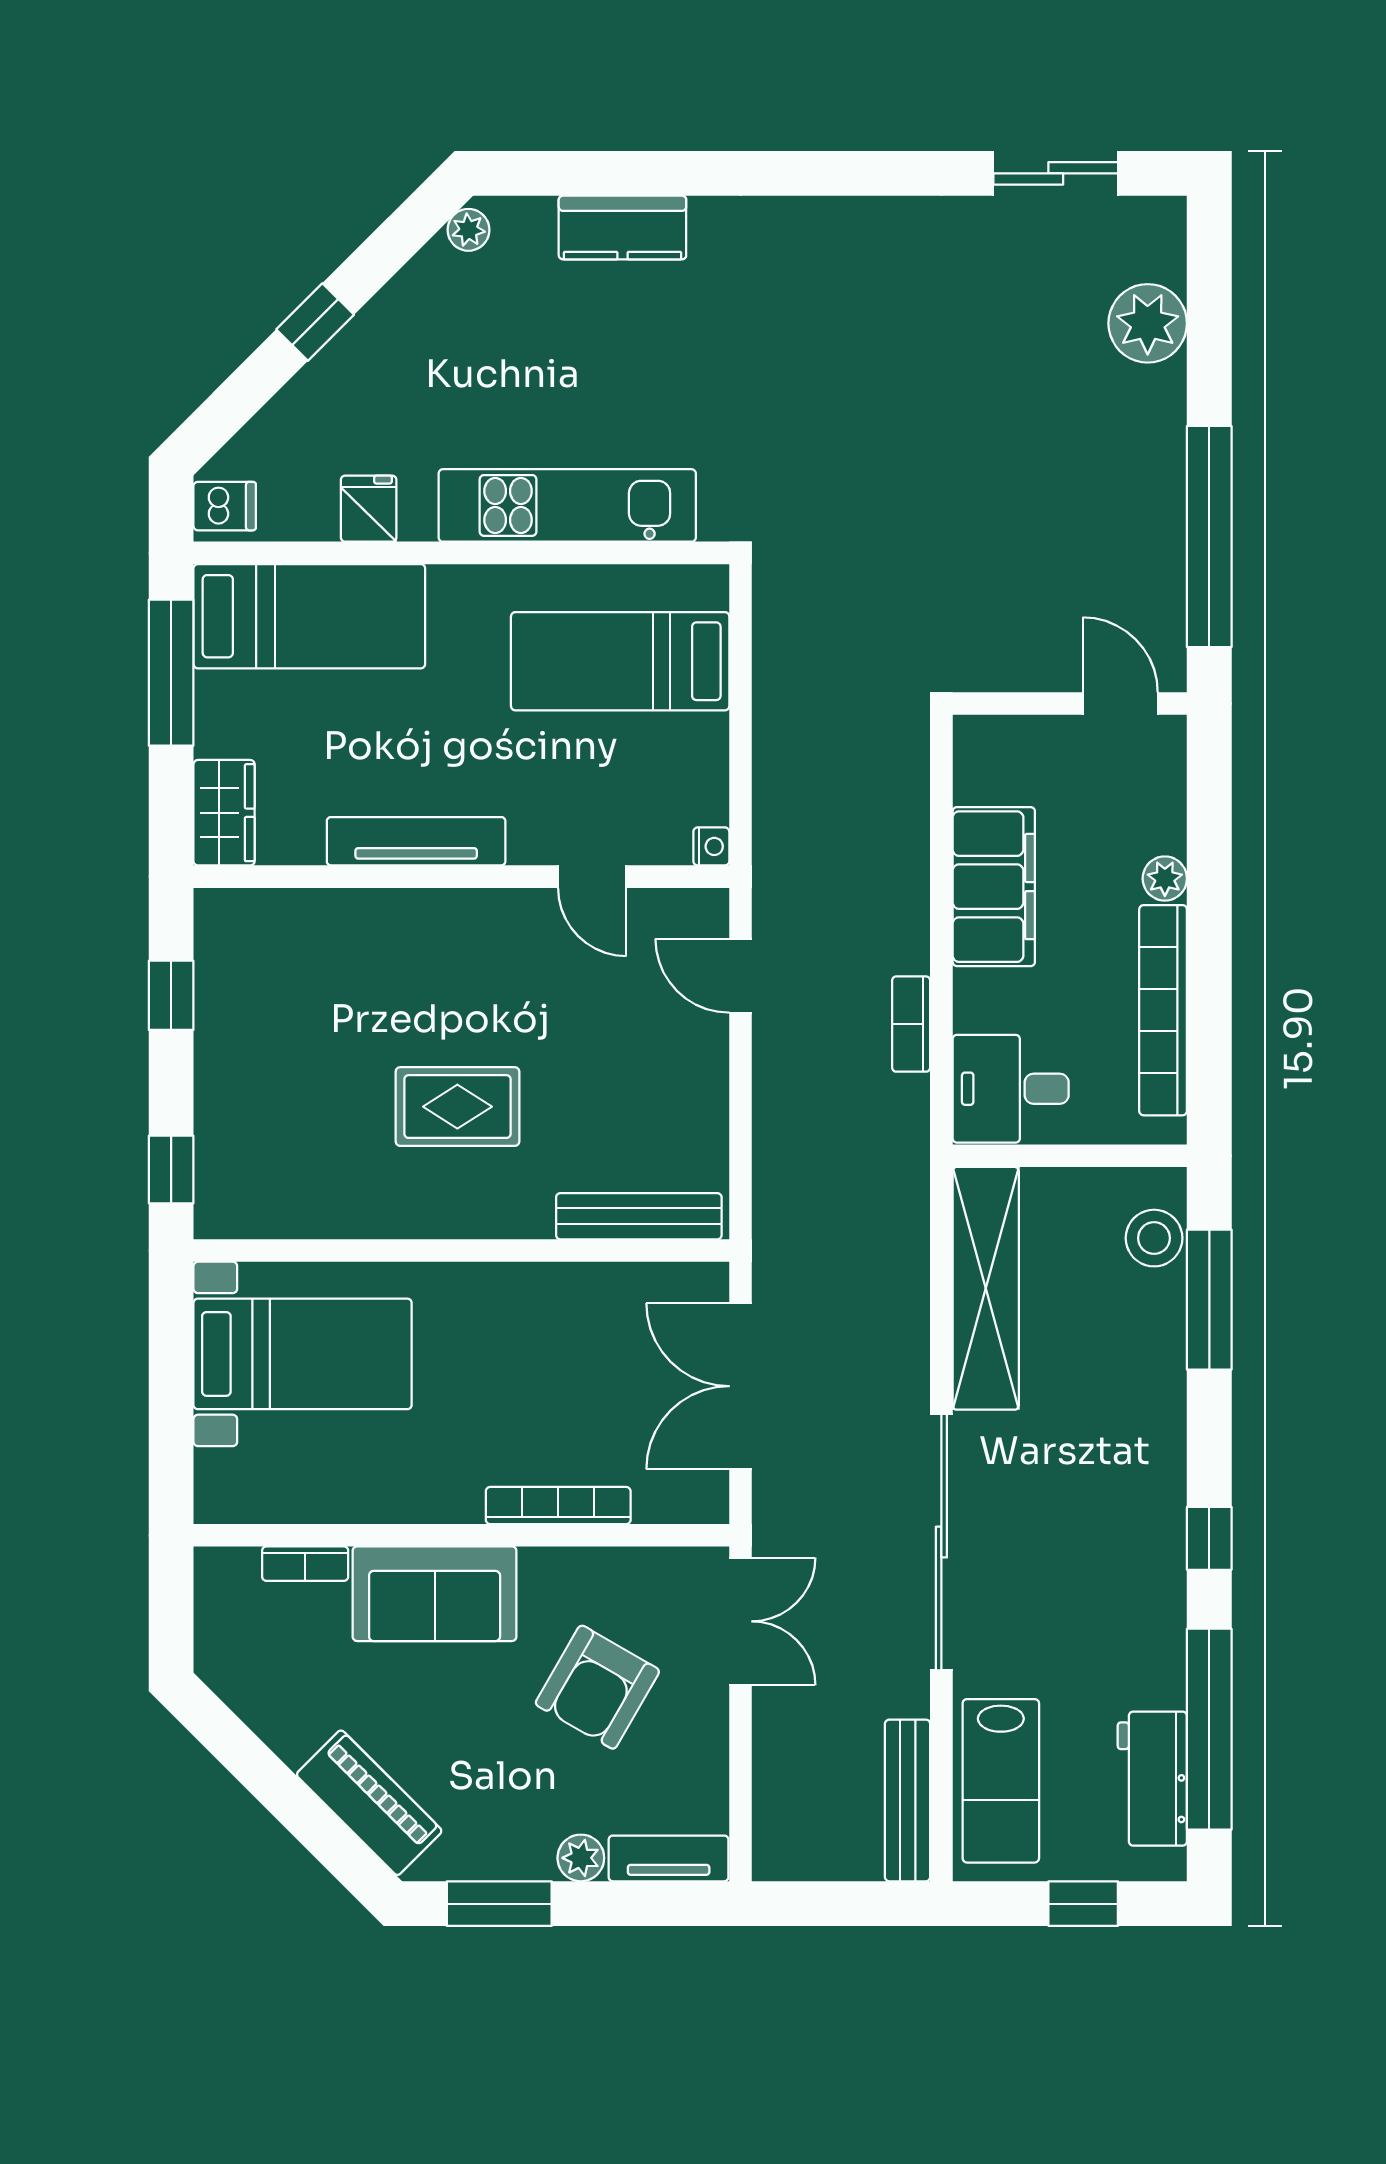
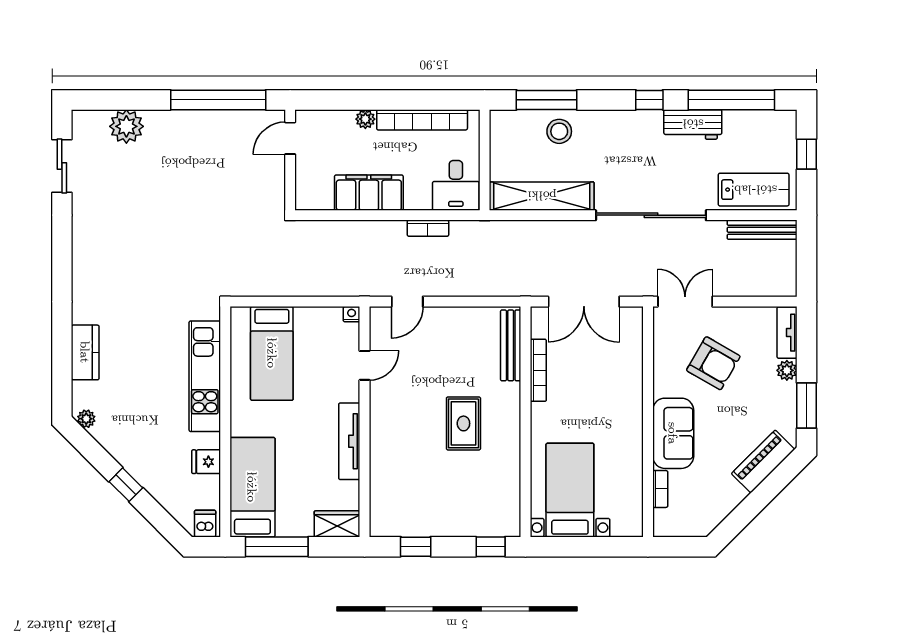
stool: (1154, 1238) -> (559, 131), moved
bookcase: (558, 1506) -> (538, 370), moved, turned 180
workbench: (1152, 1779) -> (693, 124), moved

